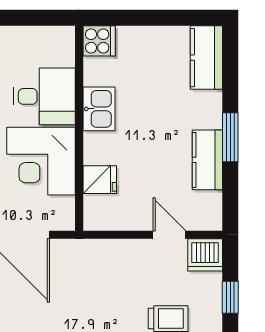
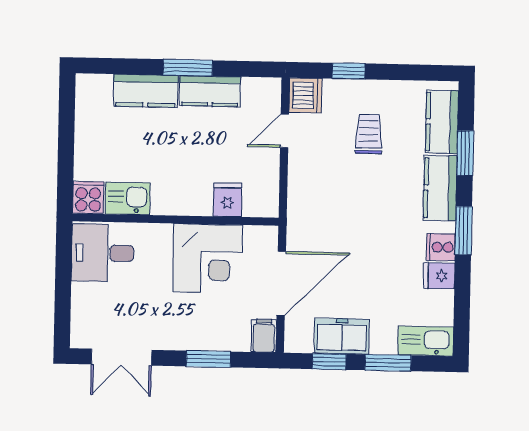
kitchen counter: (206, 58) -> (146, 91), moved
desk: (44, 96) -> (103, 253), moved, turned -90
kitchen sink: (99, 109) -> (128, 198), moved

